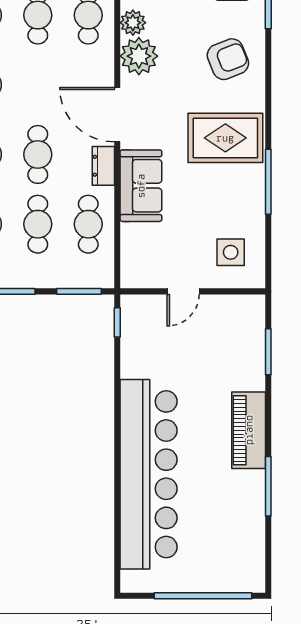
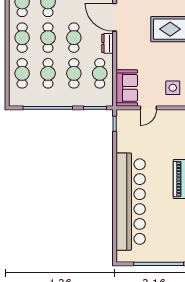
sofa: (141, 186) -> (127, 88), moved

